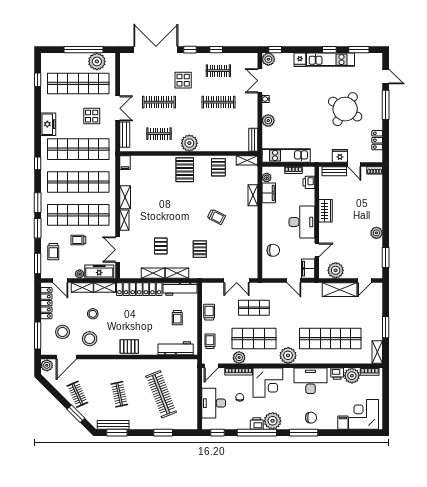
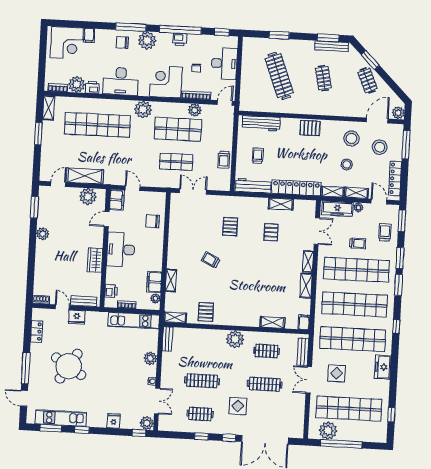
kitchen unit: (330, 60) -> (61, 418), moved
pallet: (185, 170) -> (241, 311), removed
shelving: (177, 273) -> (272, 322), moved
trolley: (210, 341) -> (225, 129), removed
plant: (273, 421) -> (147, 40), moved

